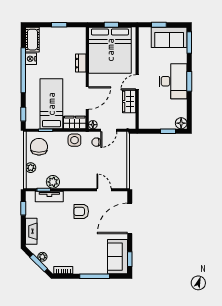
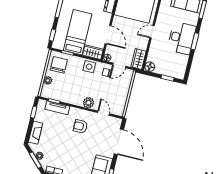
door: (87, 98) -> (108, 35), hinge flipped
wardrobe: (129, 102) -> (138, 59), moved
floor lamp: (181, 123) -> (150, 67), moved
plant: (53, 182) -> (88, 103), moved
door: (130, 218) -> (119, 142), swing flipped

